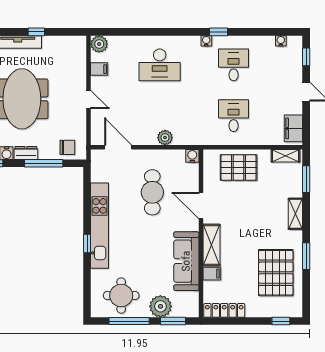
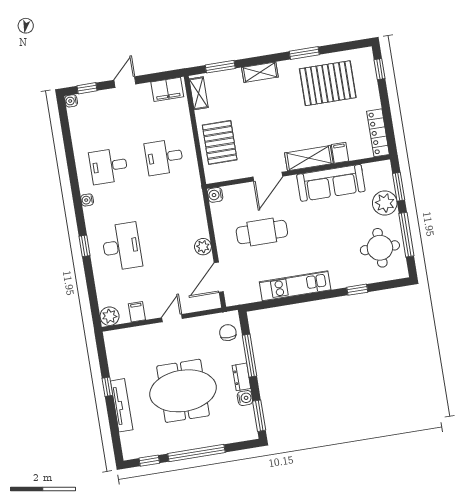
window: (219, 32) -> (85, 246), moved
water cooler: (281, 41) -> (71, 101), moved
plant: (165, 138) -> (203, 247), moved
kitchen unit: (100, 226) -> (295, 286), width x0.73
window: (87, 243) -> (357, 290), moved

